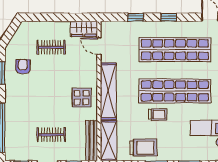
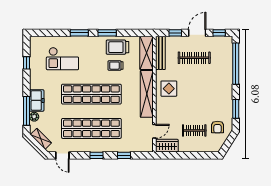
door: (99, 46) -> (154, 131), hinge flipped
armchair: (23, 67) -> (218, 127), moved
trolley: (158, 114) -> (116, 66), moved
clothes rail: (51, 135) -> (194, 58), width x1.36

